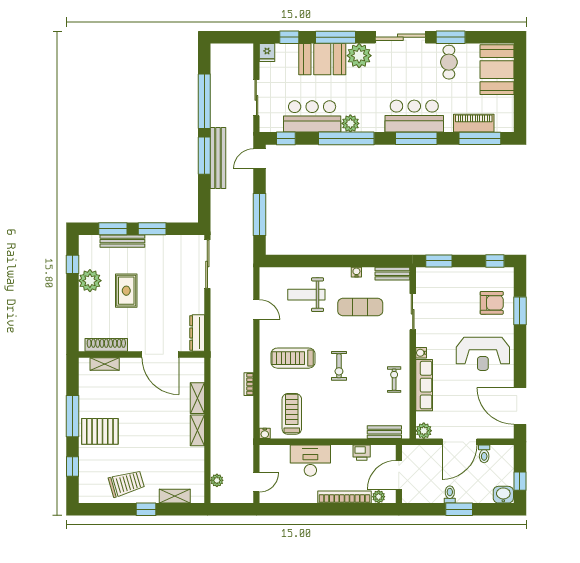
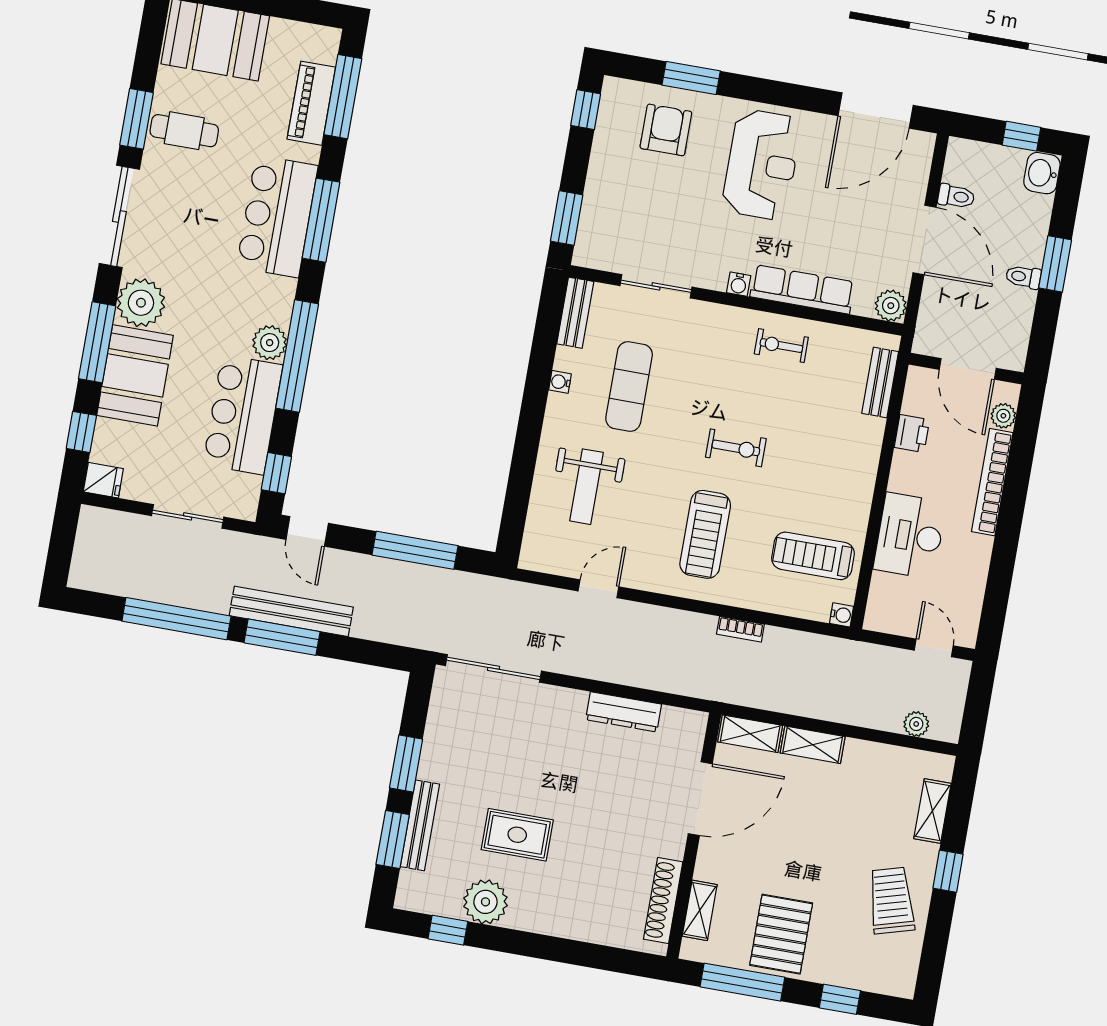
shoe rack: (106, 345) -> (663, 901), moved
wall: (141, 354) -> (694, 836), moved
door: (160, 354) -> (700, 799), moved
shelving: (105, 364) -> (700, 910), moved

